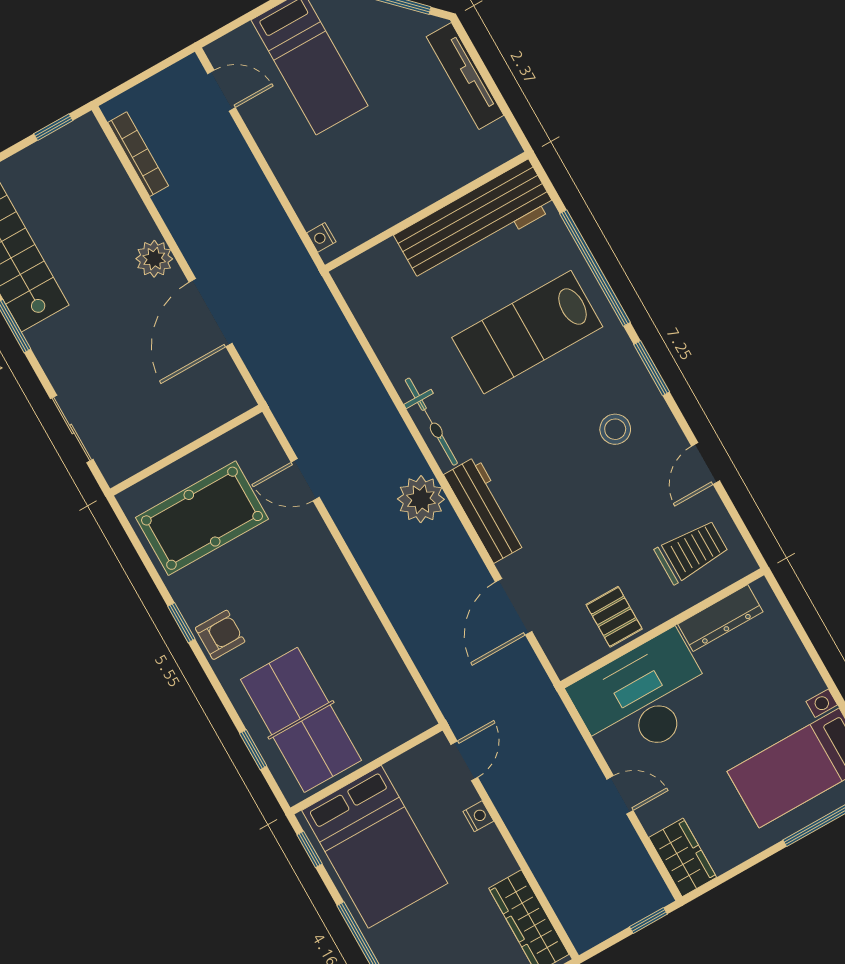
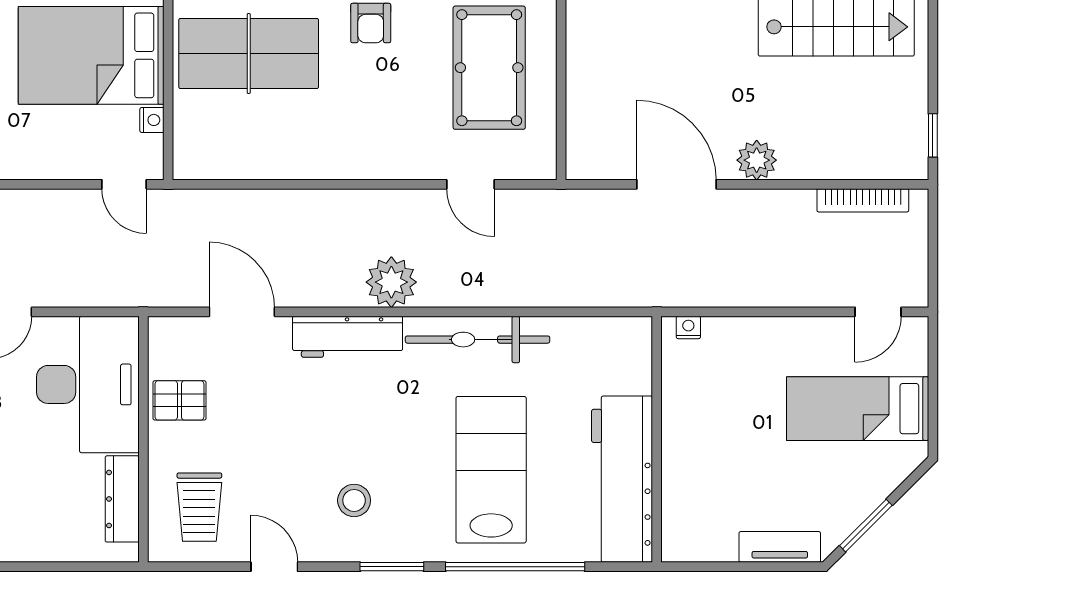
tv unit: (465, 76) -> (780, 547), width x0.71
bicycle: (431, 422) -> (478, 340), width x1.37, depth x1.40
door: (305, 480) -> (471, 184), swing flipped
nightstand: (478, 816) -> (152, 120), moved, turned -90

